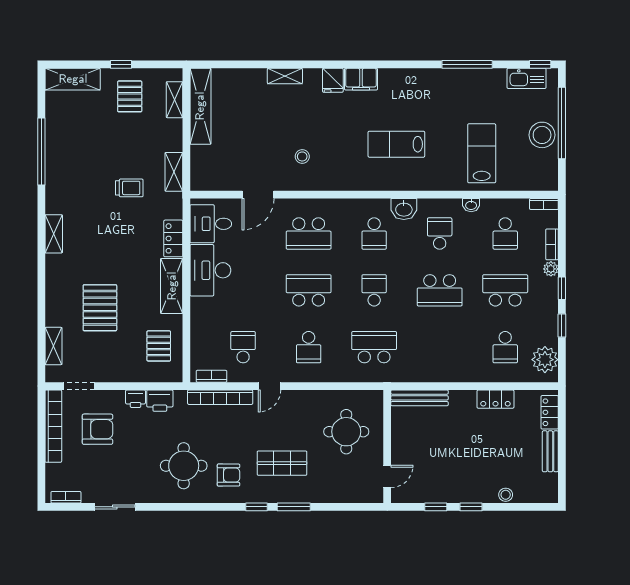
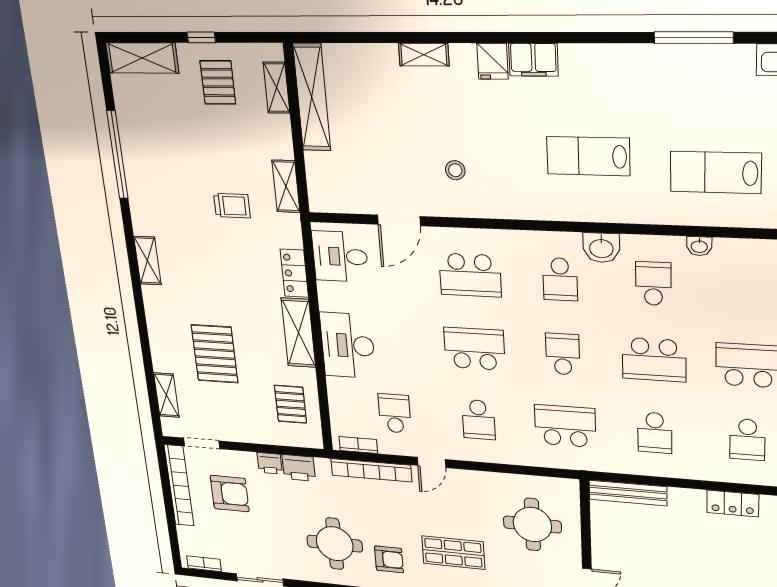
lab bench: (482, 153) -> (716, 172), turned -90
school desk: (505, 234) -> (655, 433), moved
desk: (210, 270) -> (348, 345), moved

